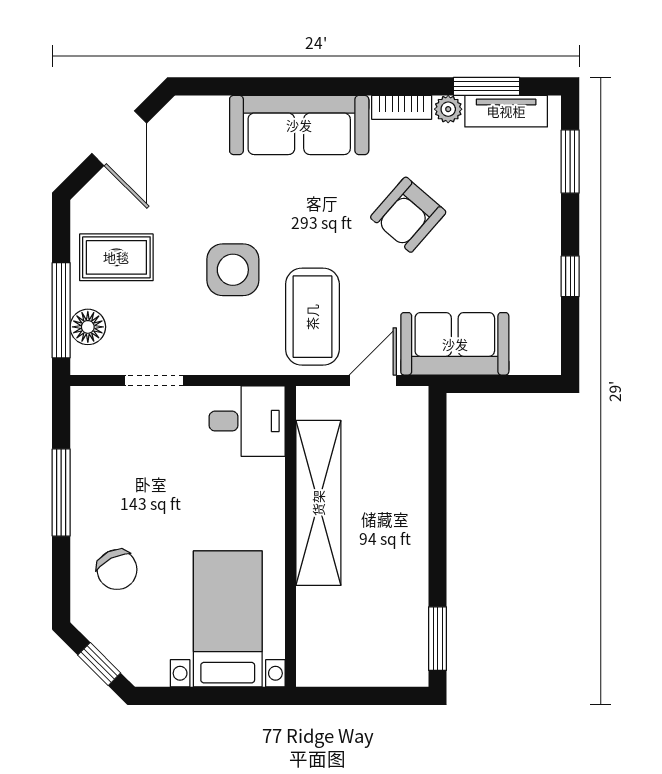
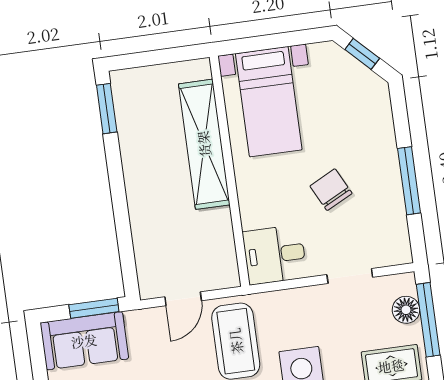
sofa: (455, 344) -> (84, 341), moved
window: (489, 384) -> (94, 308), added
shelving: (318, 503) -> (204, 144), moved
chair: (117, 570) -> (331, 190), moved

